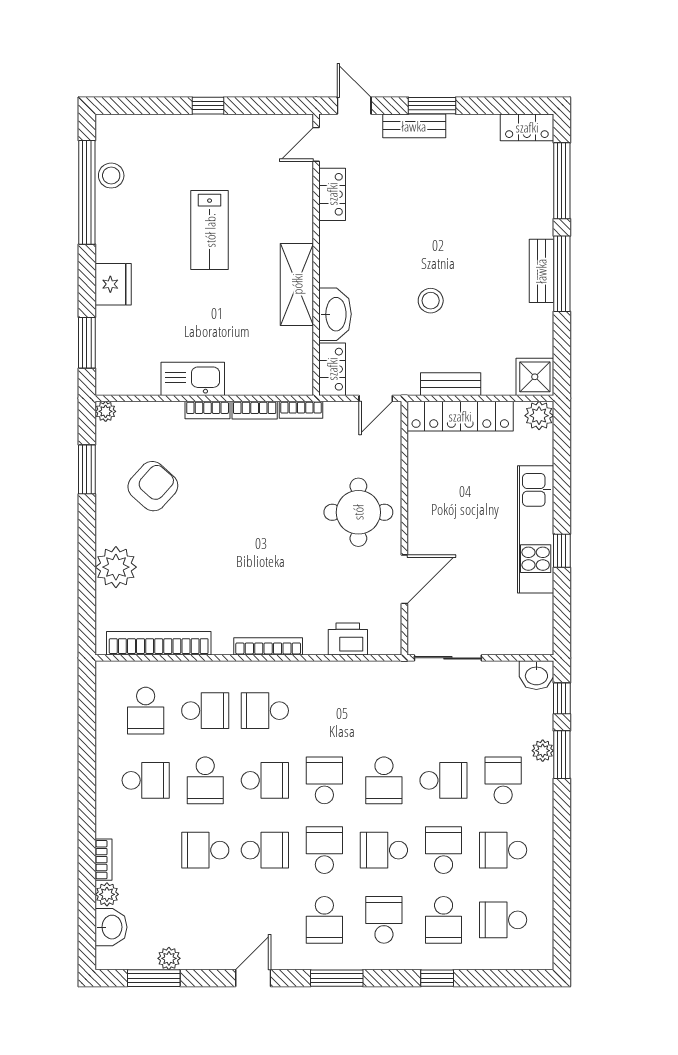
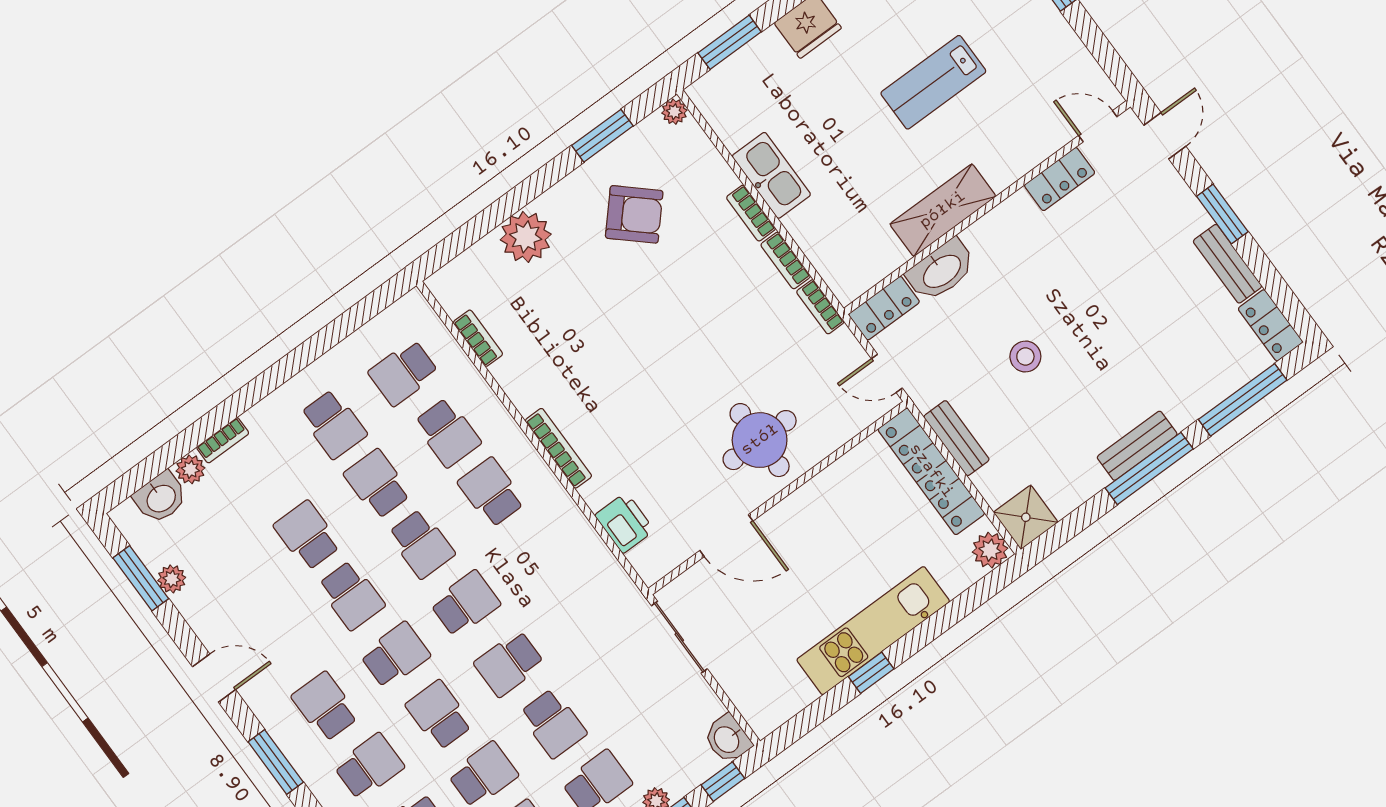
bench: (414, 126) -> (1228, 264), moved
bookcase: (159, 643) -> (478, 338), width x0.43, depth x0.76
school desk: (205, 780) -> (377, 484), turned 90
school desk: (324, 920) -> (325, 707), turned 90

